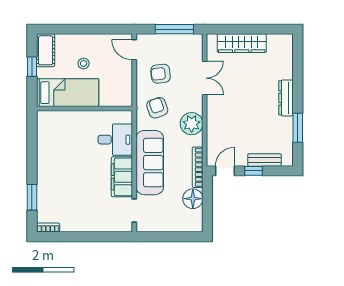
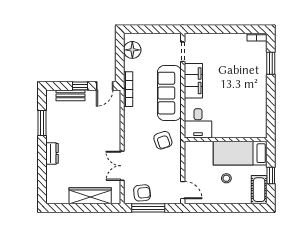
armchair: (161, 74) -> (142, 193), moved
dresser: (286, 98) -> (52, 153), width x0.70
plant: (192, 124) -> (133, 127), removed
desk: (115, 140) -> (198, 123), moved, turned -90
floor lamp: (193, 199) -> (132, 50), moved

